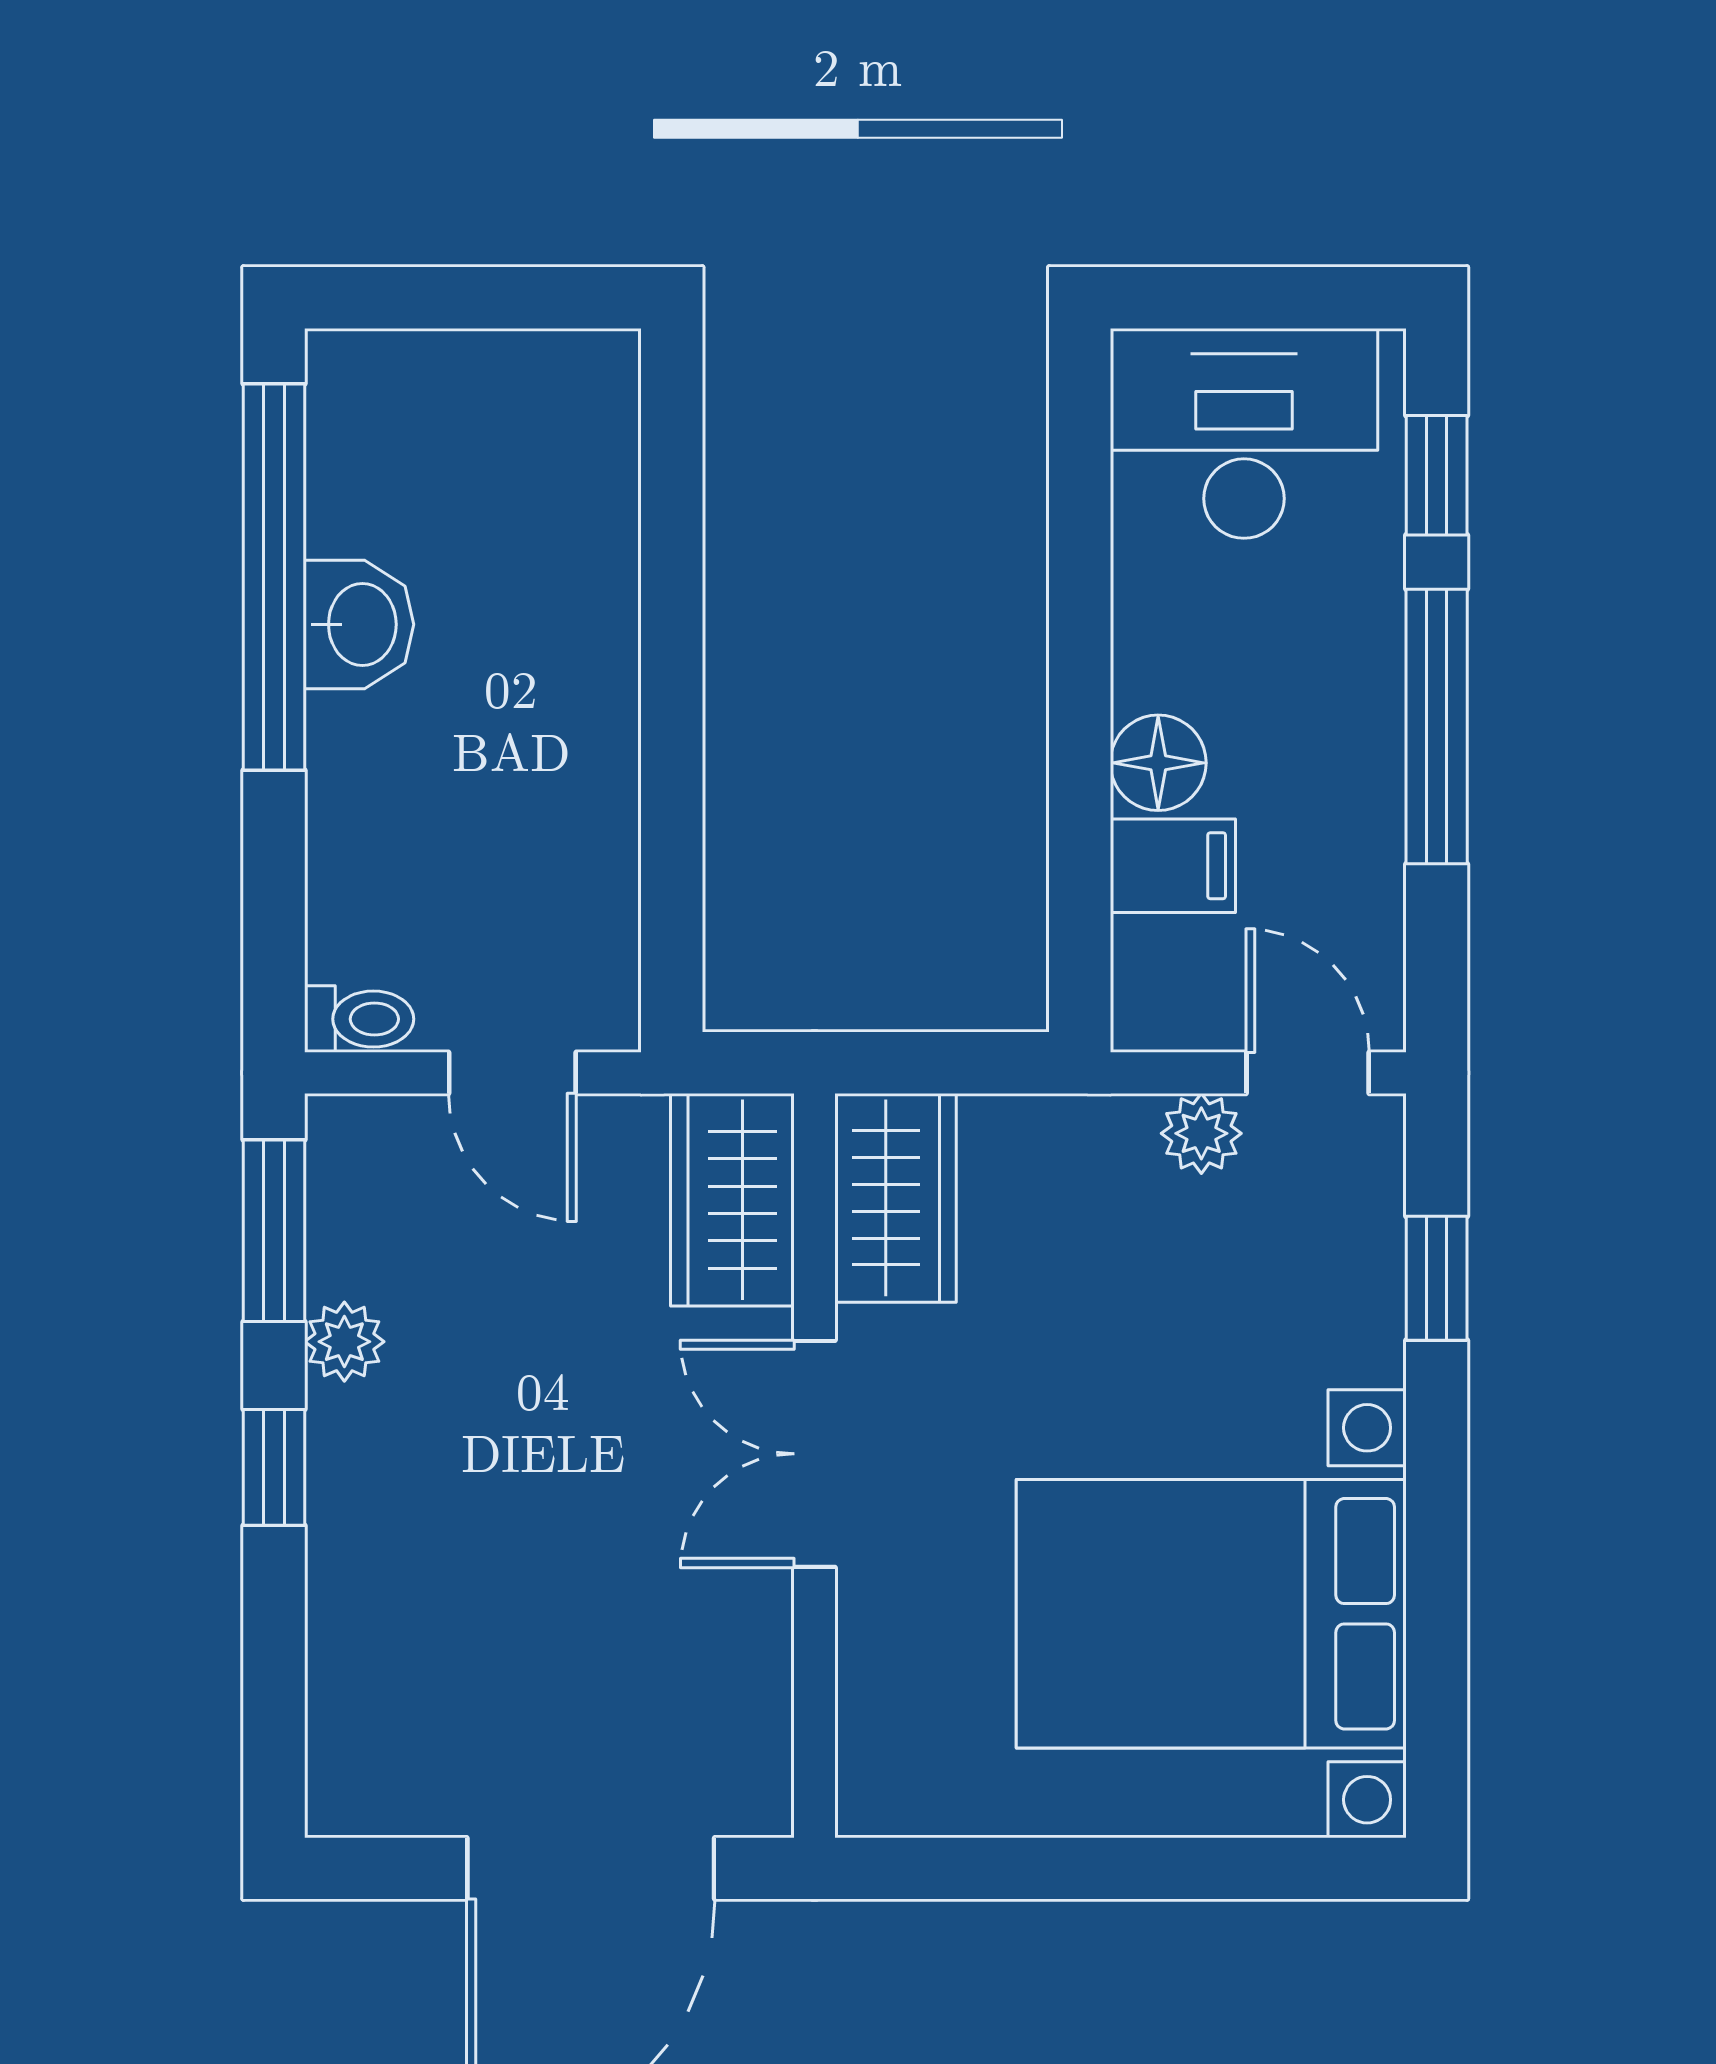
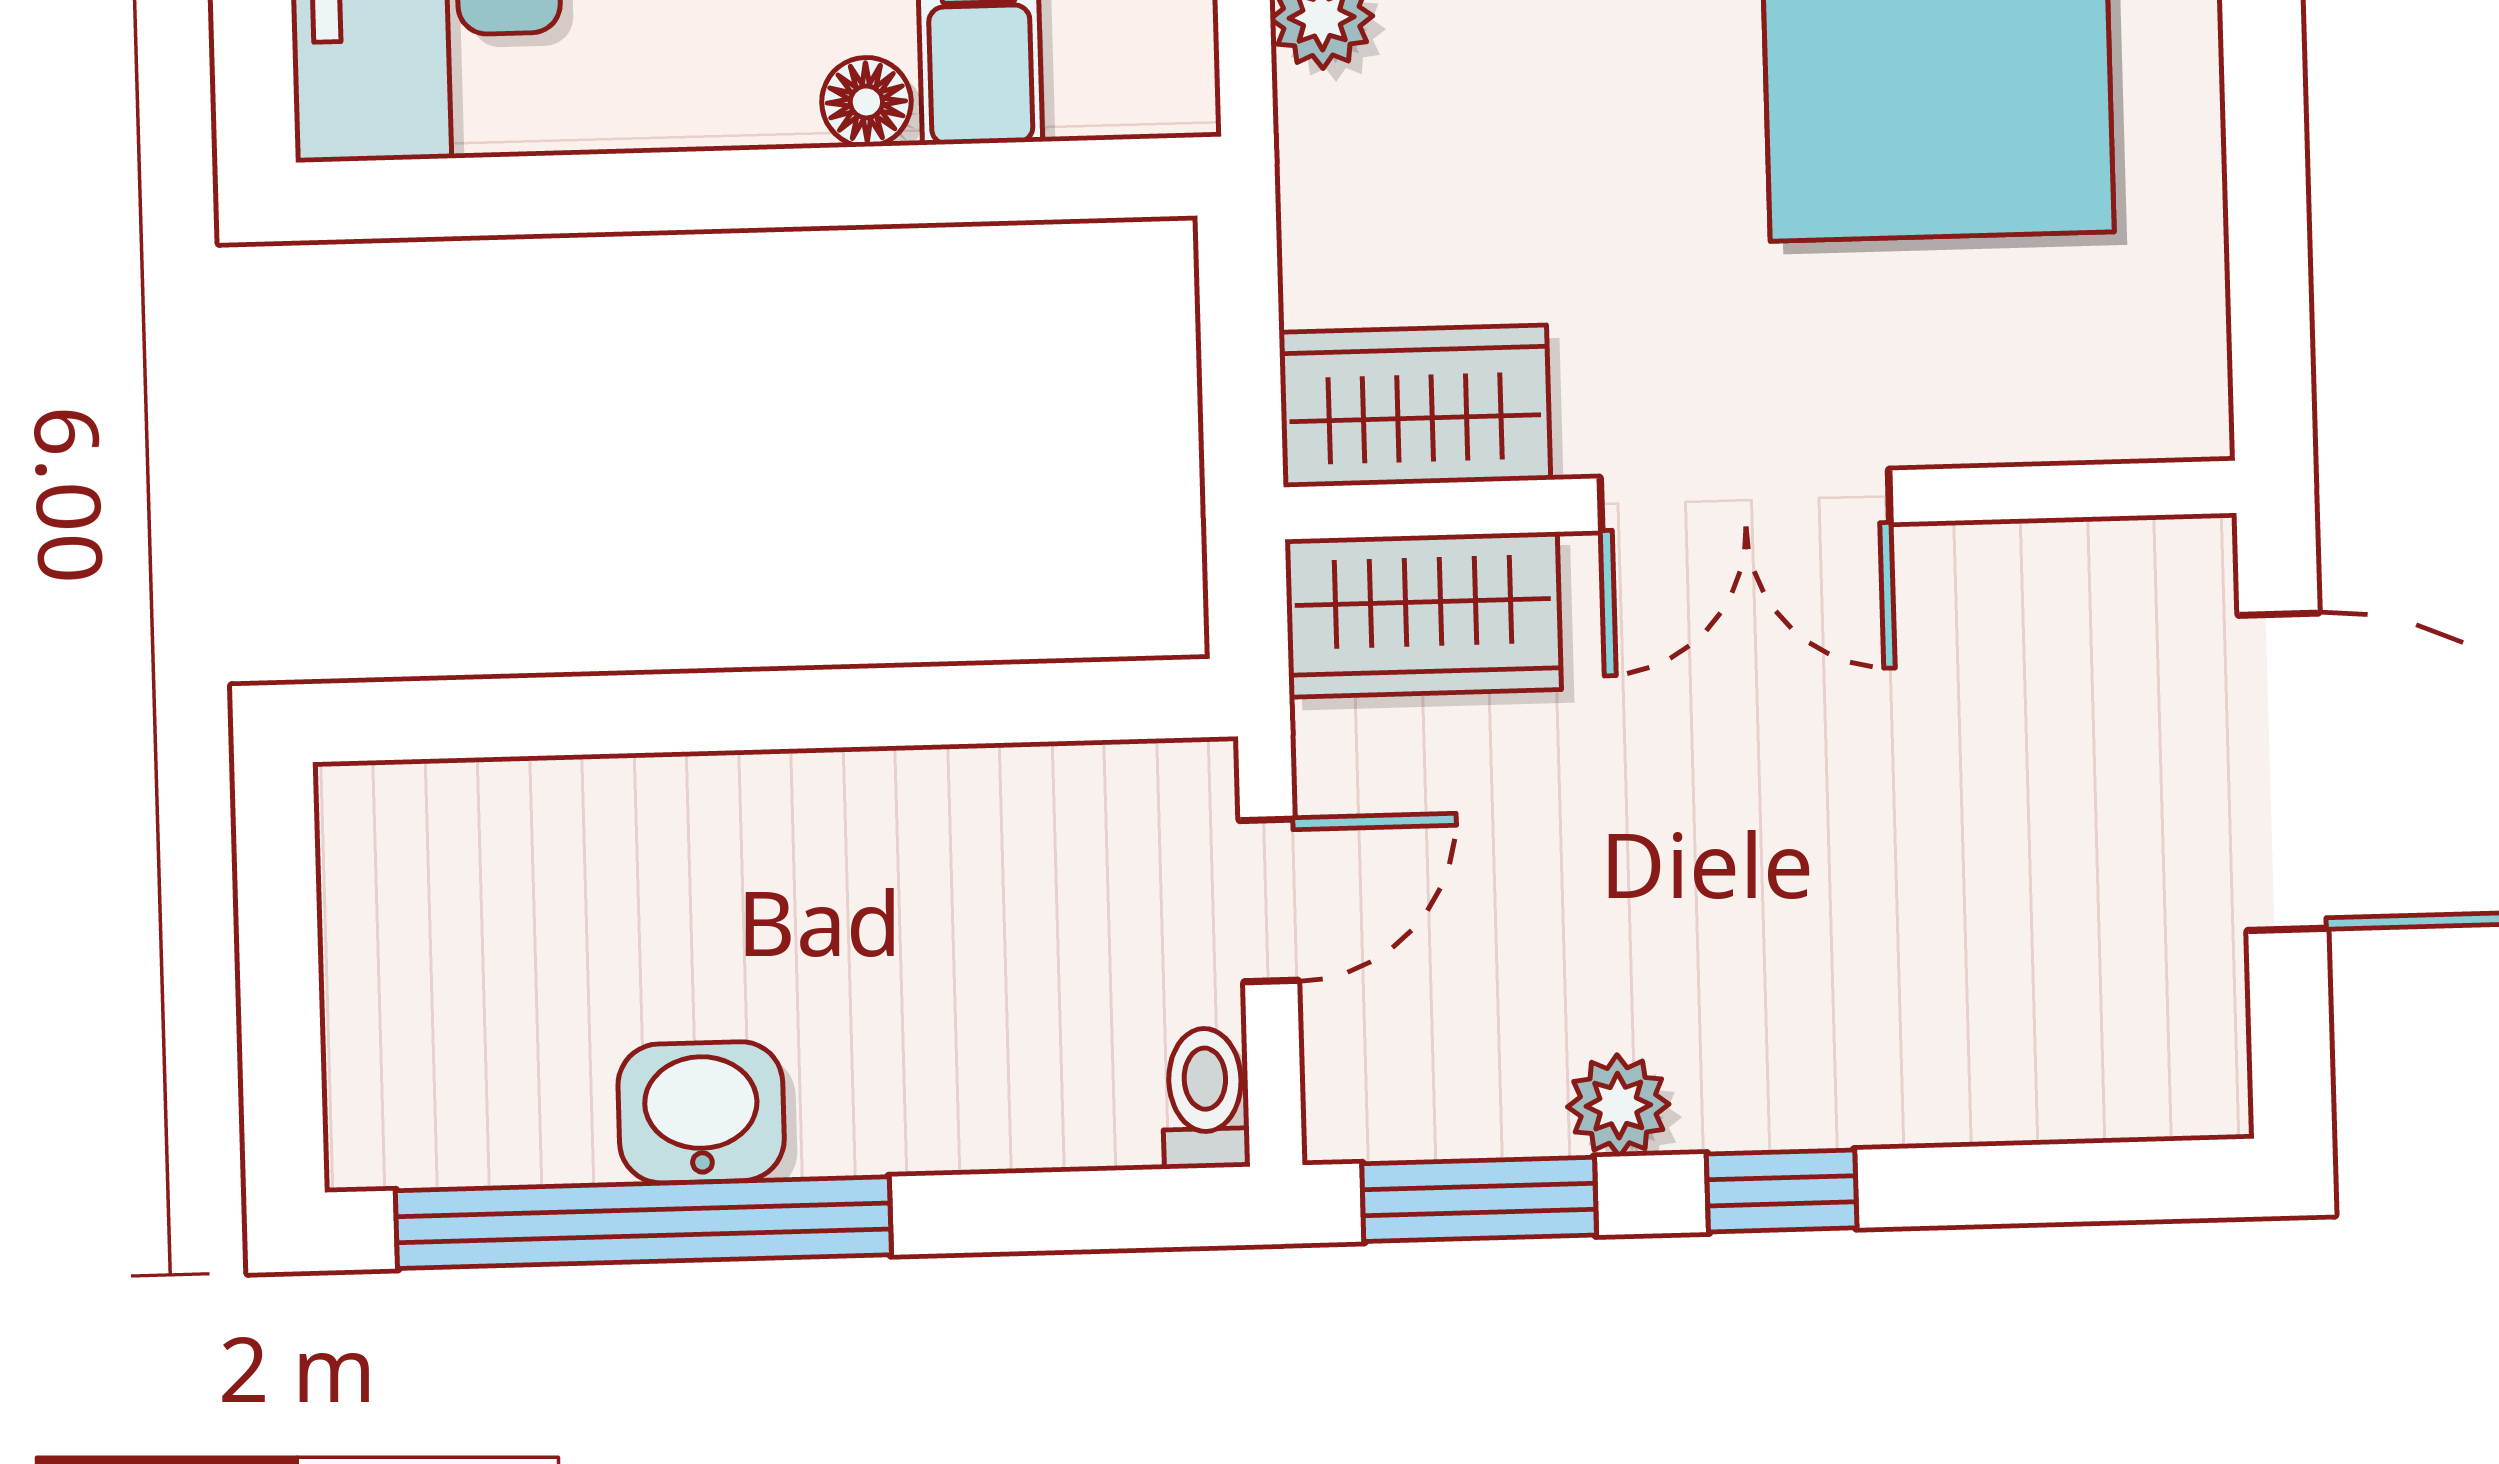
floor lamp: (1158, 763) -> (866, 102), width x0.73, depth x0.73

